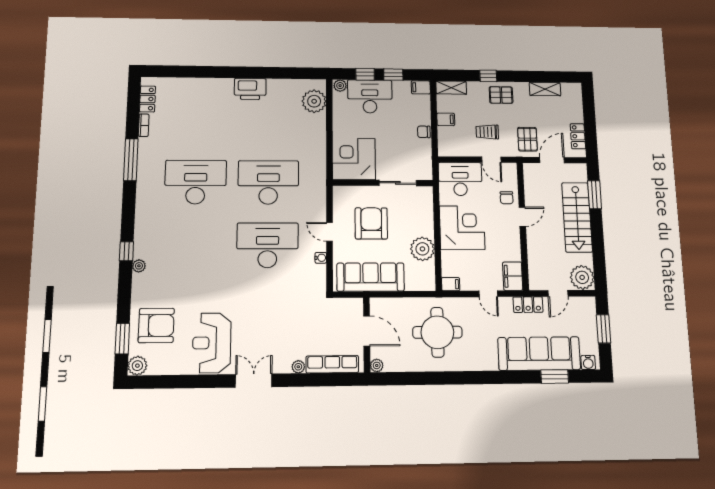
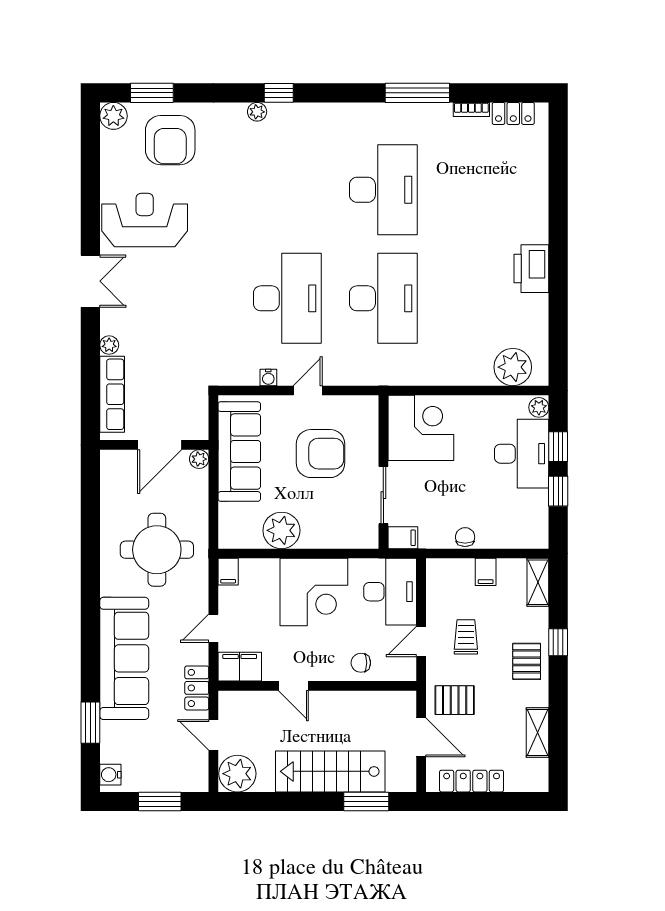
filing cabinet: (421, 87) -> (403, 538), moved, turned 90
locker: (578, 136) -> (472, 781), width x1.53
door: (522, 217) -> (293, 686), moved
sofa: (539, 354) -> (124, 658), moved
plant: (377, 365) -> (199, 459), moved

